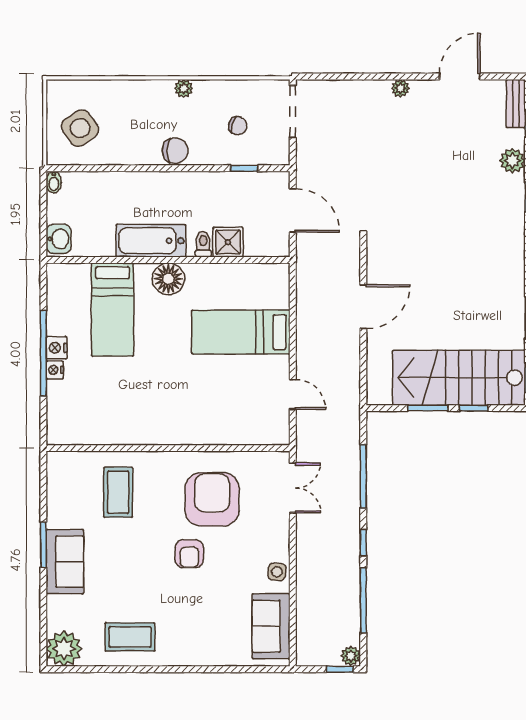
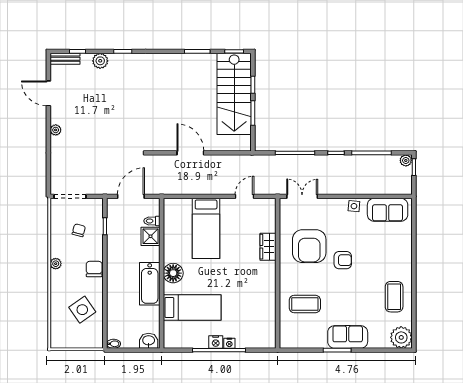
side table: (80, 128) -> (82, 310), moved
toilet: (203, 244) -> (152, 221), moved
wardrobe: (211, 432) -> (268, 247), added
armchair: (212, 499) -> (309, 246), turned -90

